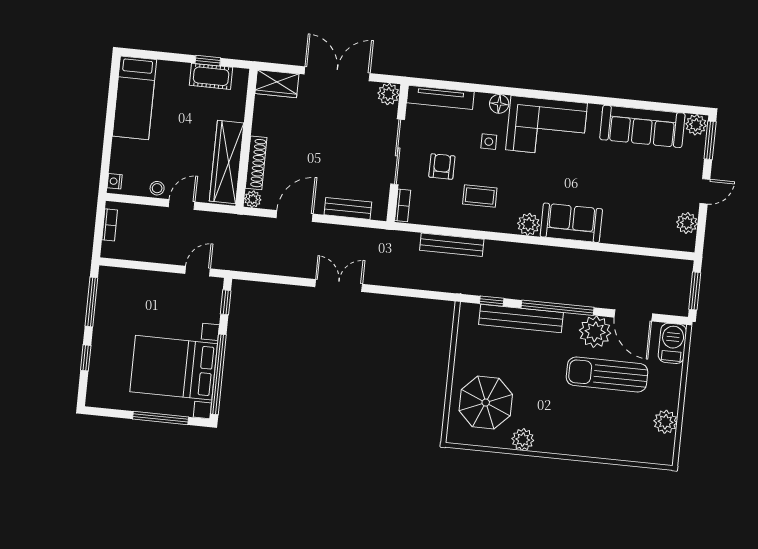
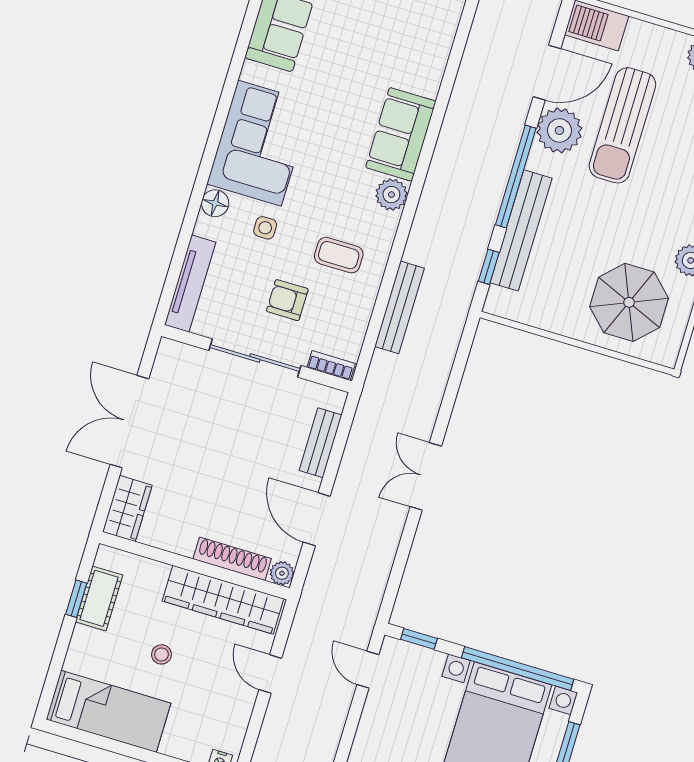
plant: (388, 94) -> (172, 355), removed
stool: (157, 188) -> (161, 654), moved
coffee table: (480, 196) -> (339, 255), turned 90

